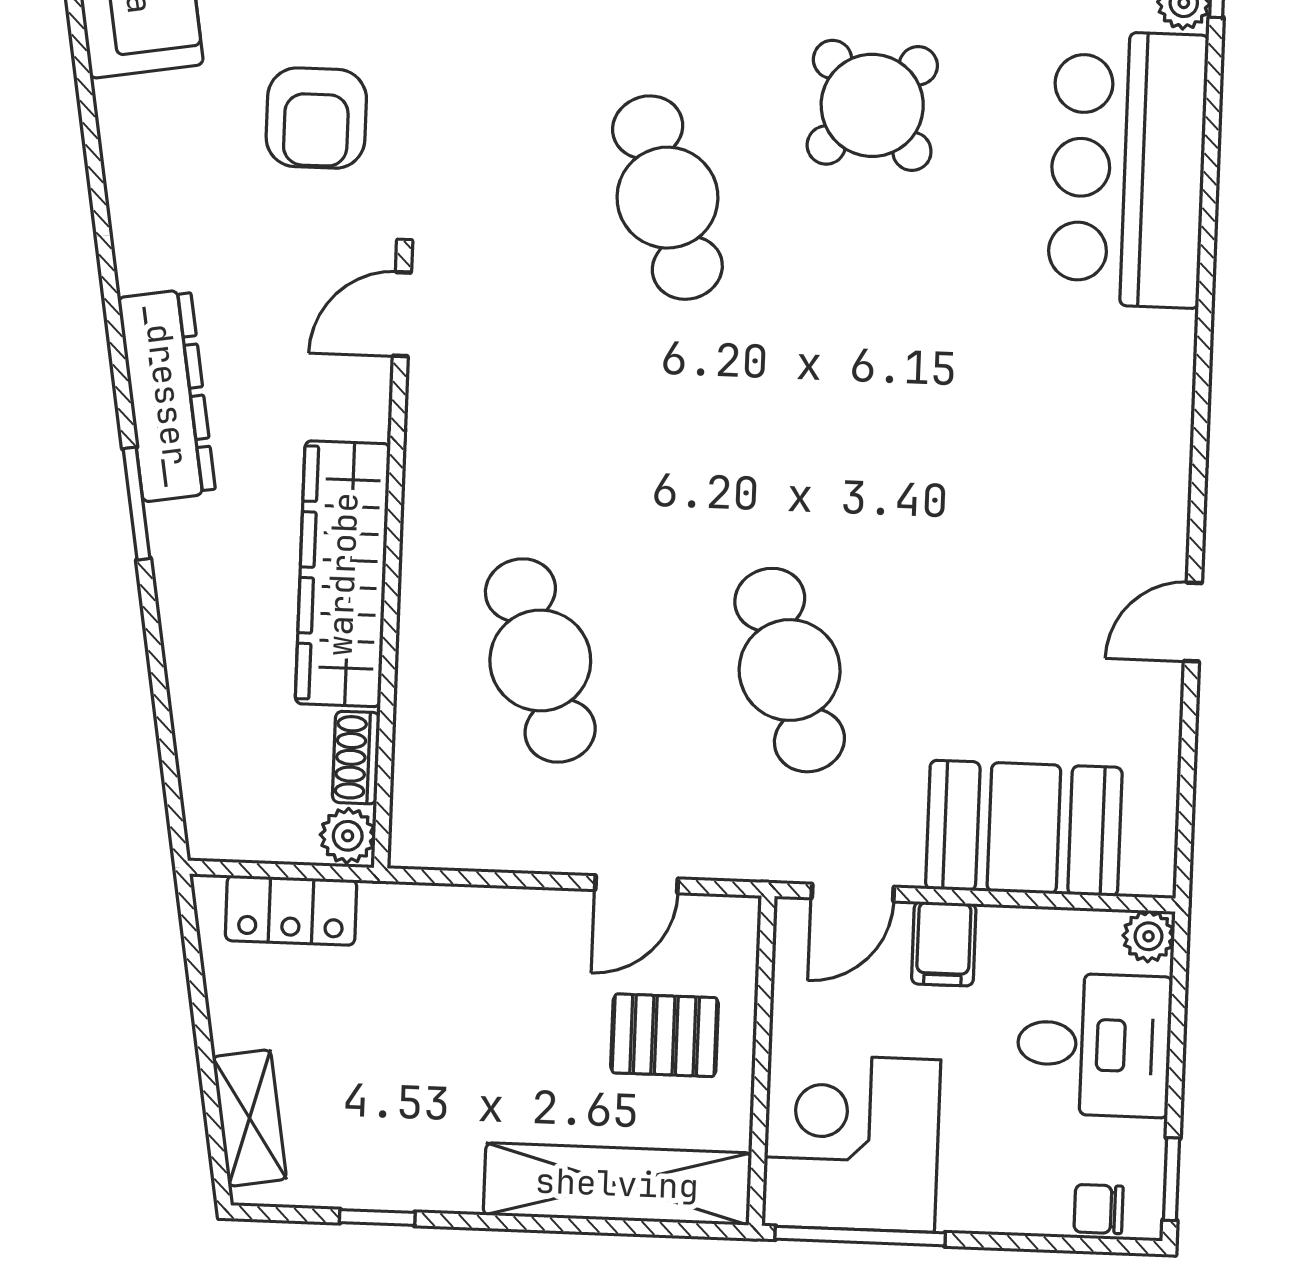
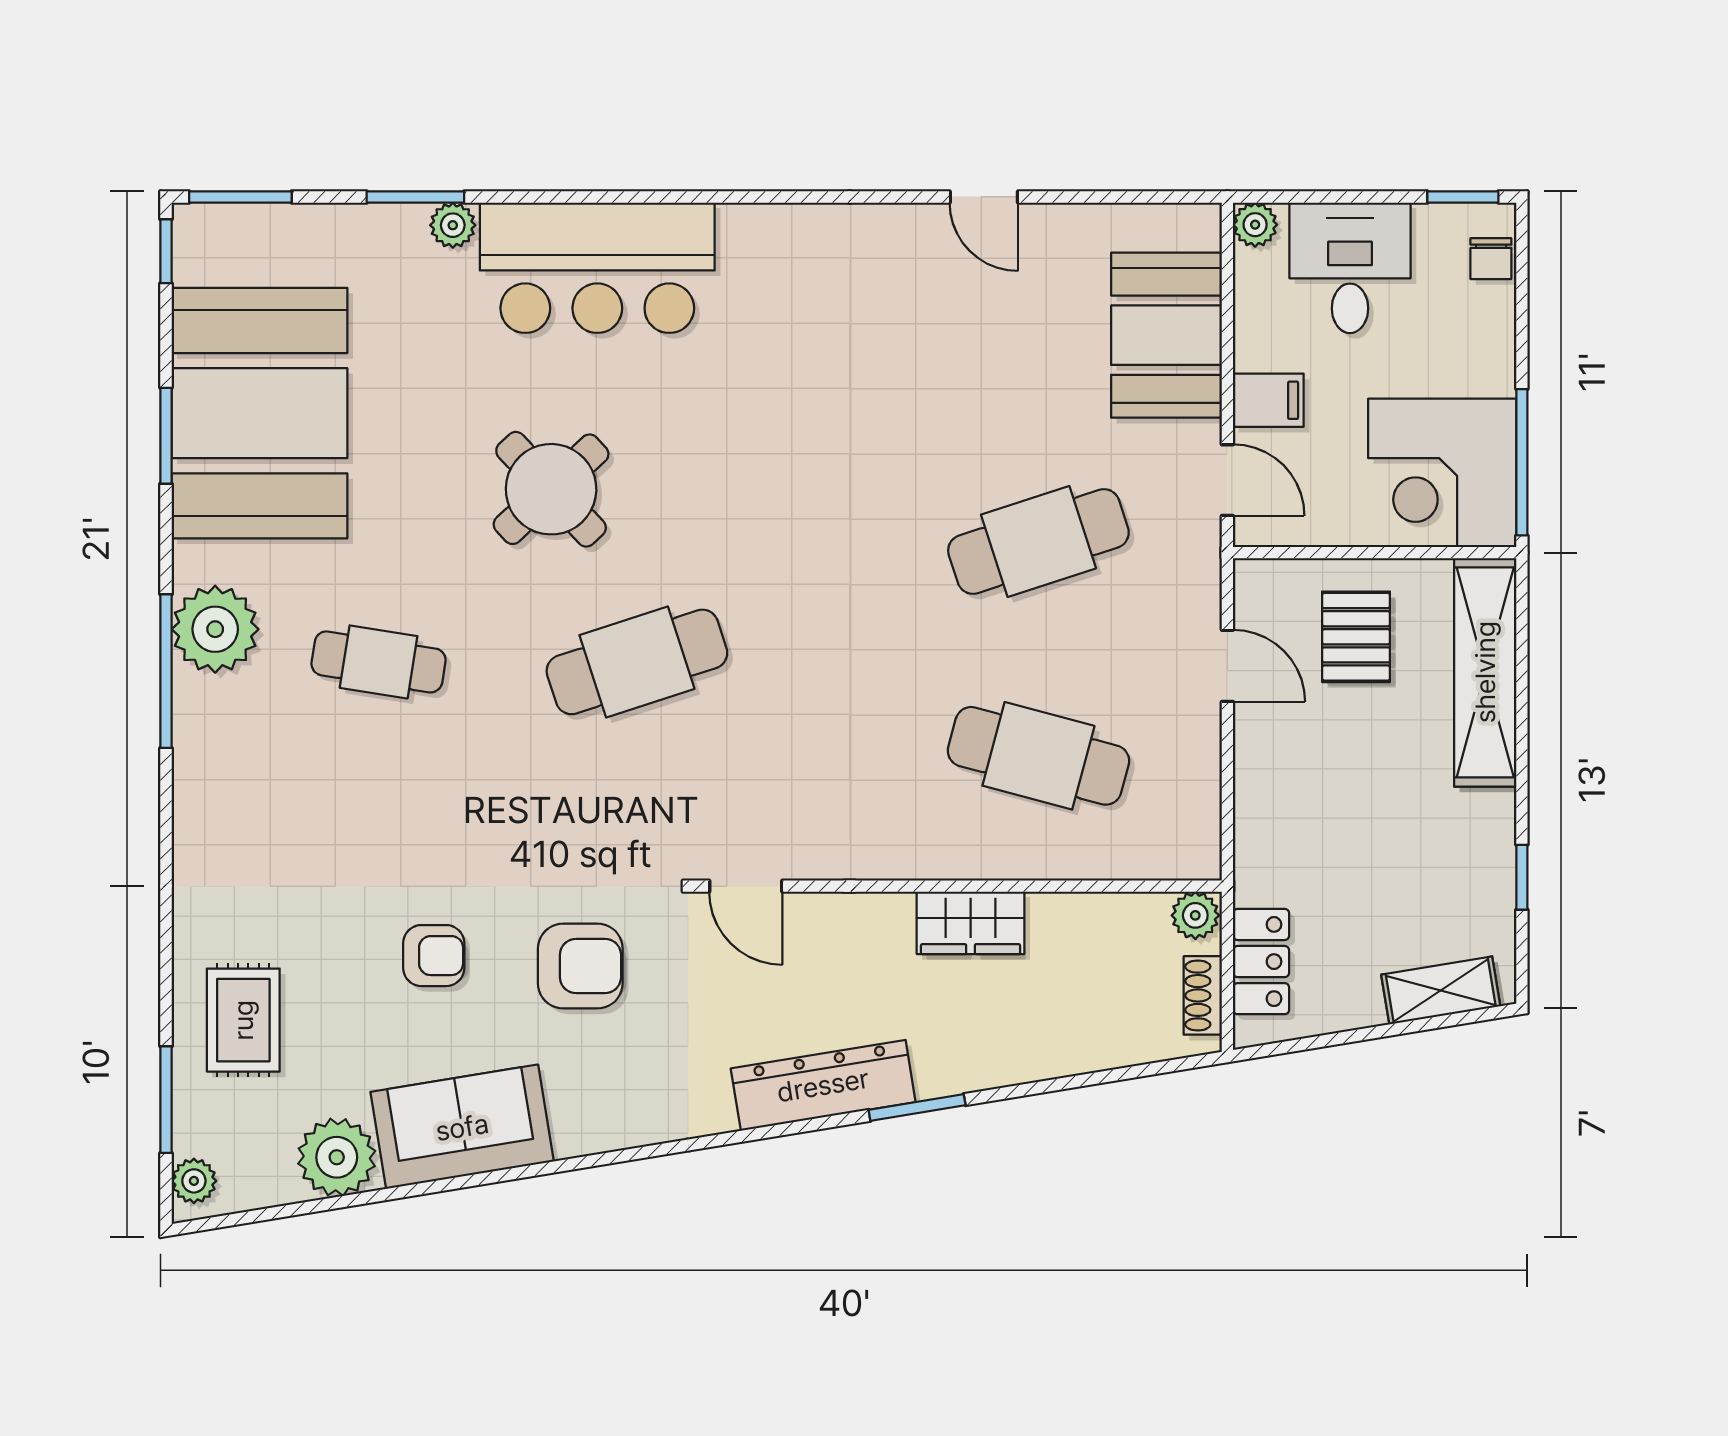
wardrobe: (343, 574) -> (971, 923), width x0.48, depth x0.85
cafe table: (540, 660) -> (1038, 756), turned 33
shoe rack: (356, 758) -> (1203, 995), moved, turned 90

